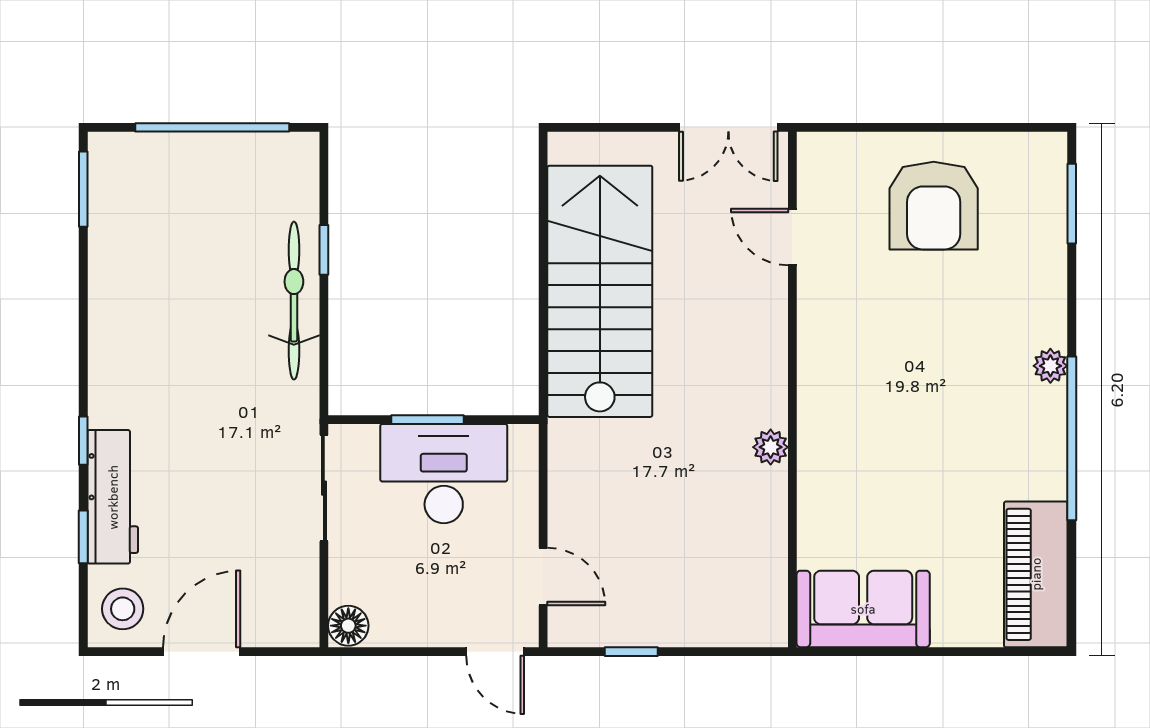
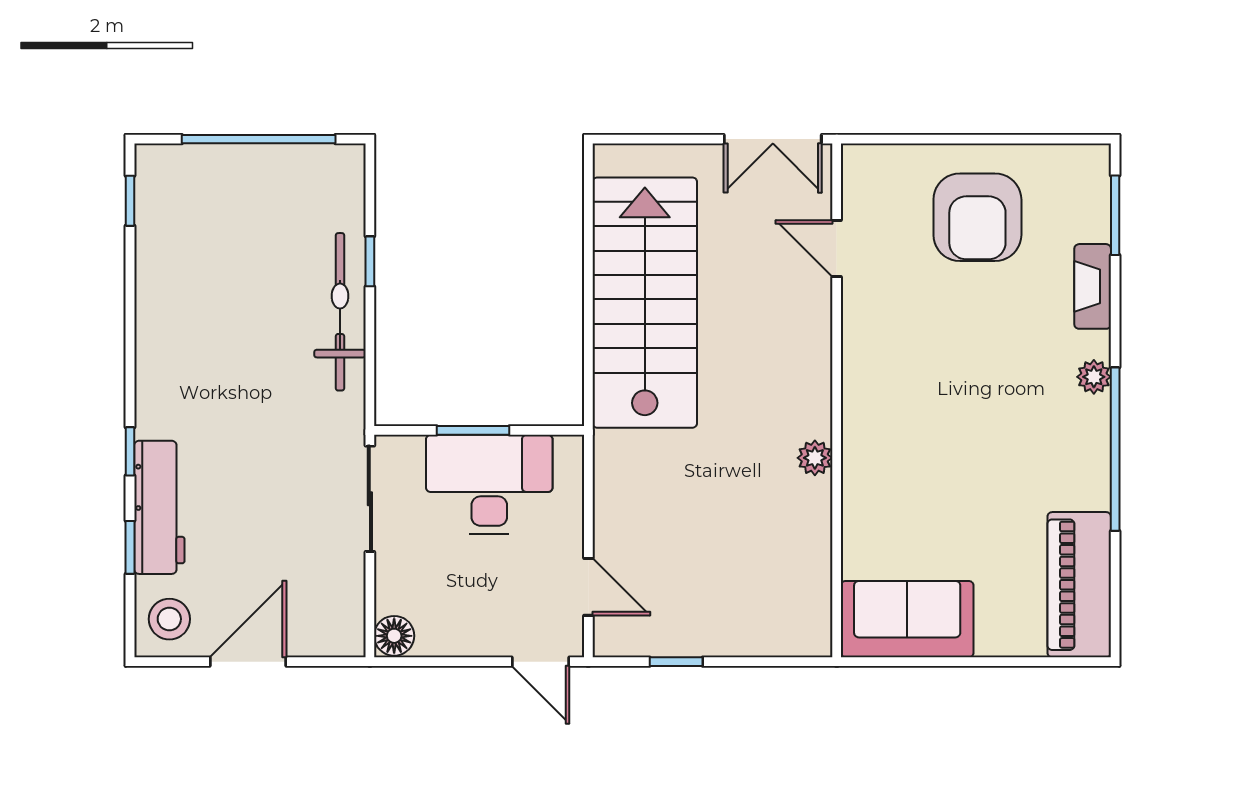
window: (83, 189) -> (130, 201), width x0.67
fireplace: (1049, 275) -> (1093, 286), added

